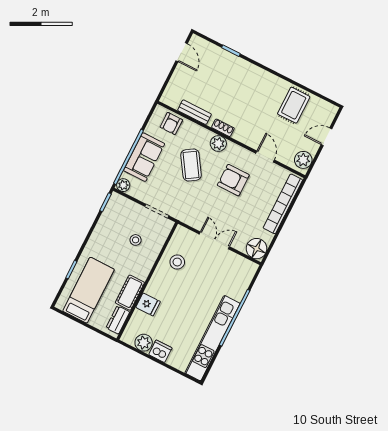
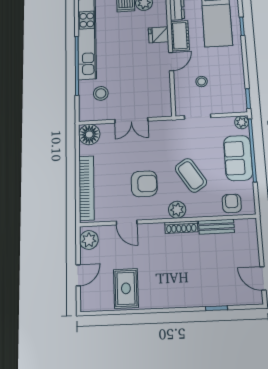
shoe rack: (223, 128) -> (181, 227), width x1.43
stool: (177, 262) -> (101, 93), moved
door: (151, 273) -> (171, 61), added

